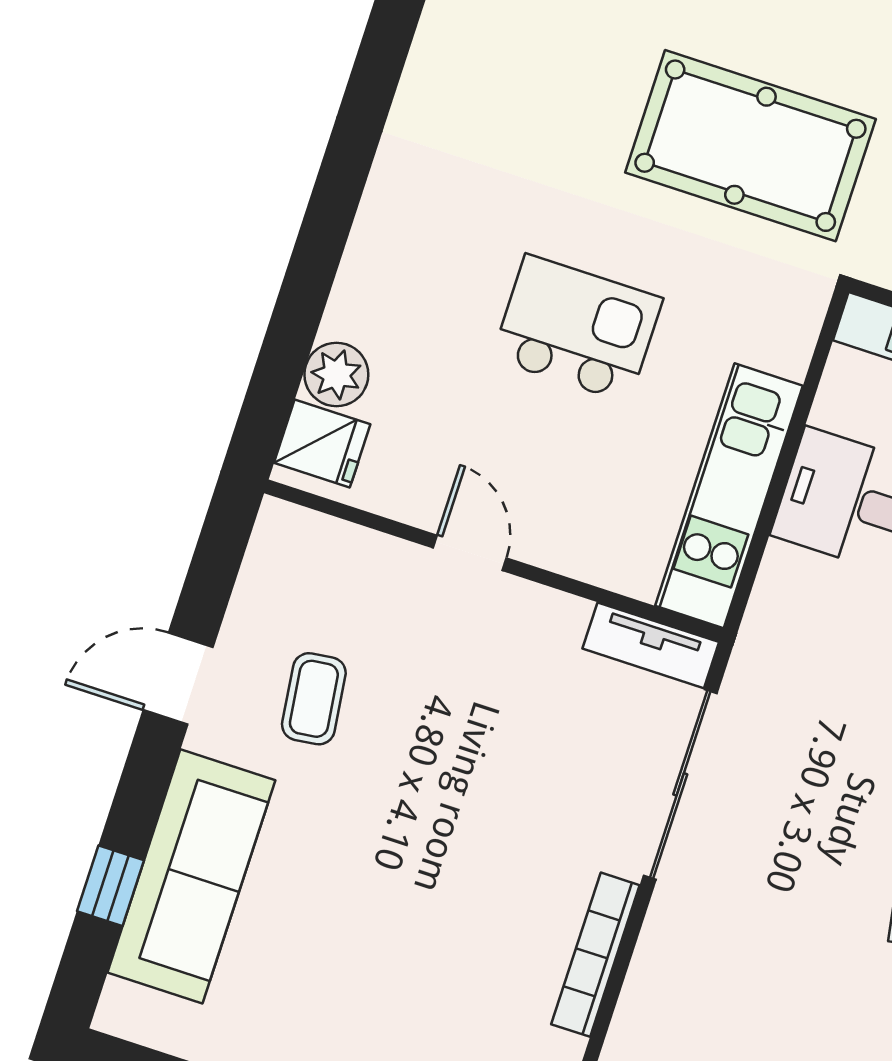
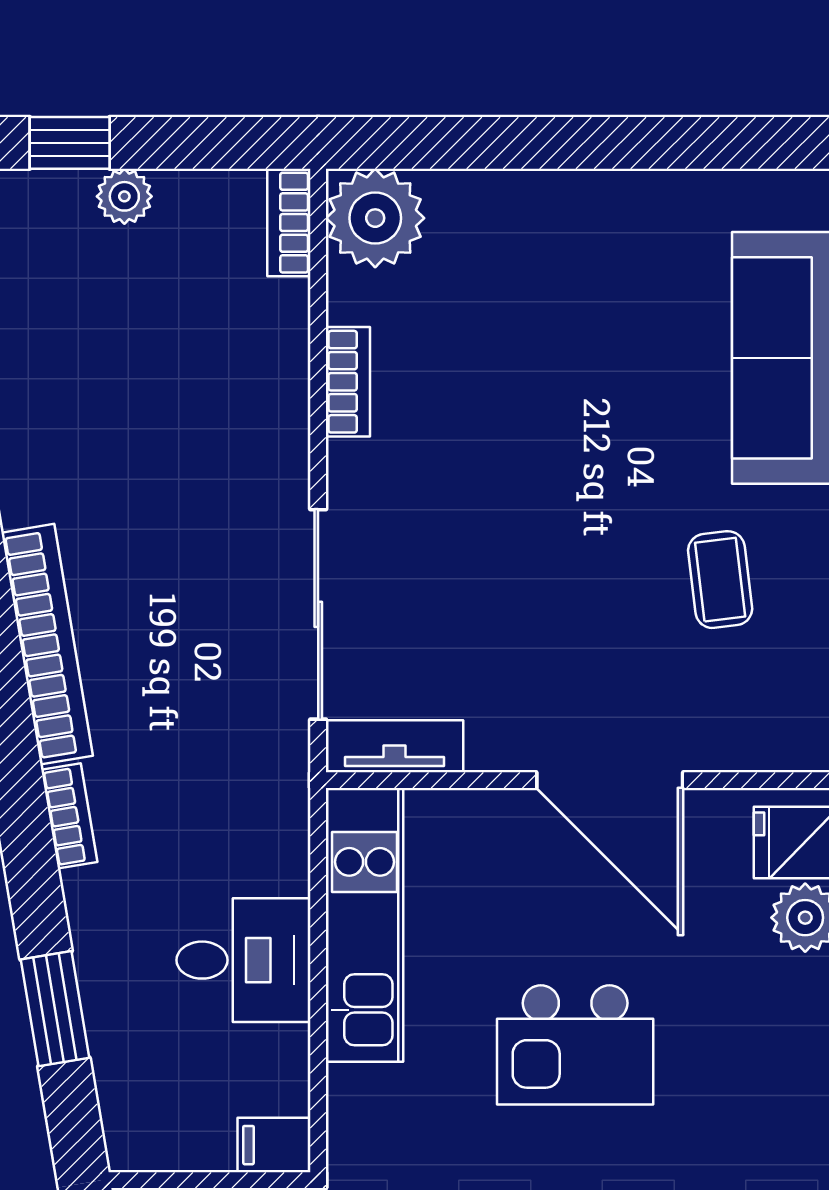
door: (470, 553) -> (610, 780), width x1.88
bookcase: (595, 955) -> (348, 382), width x0.64

